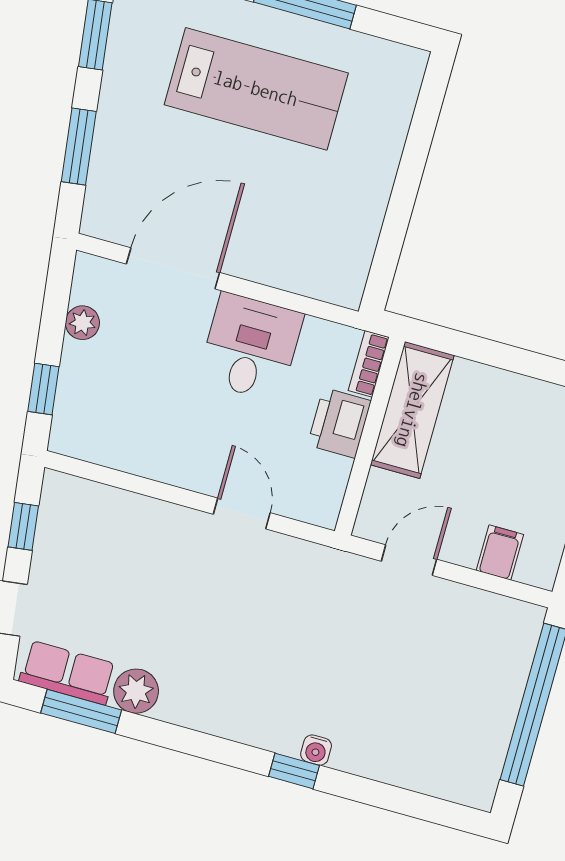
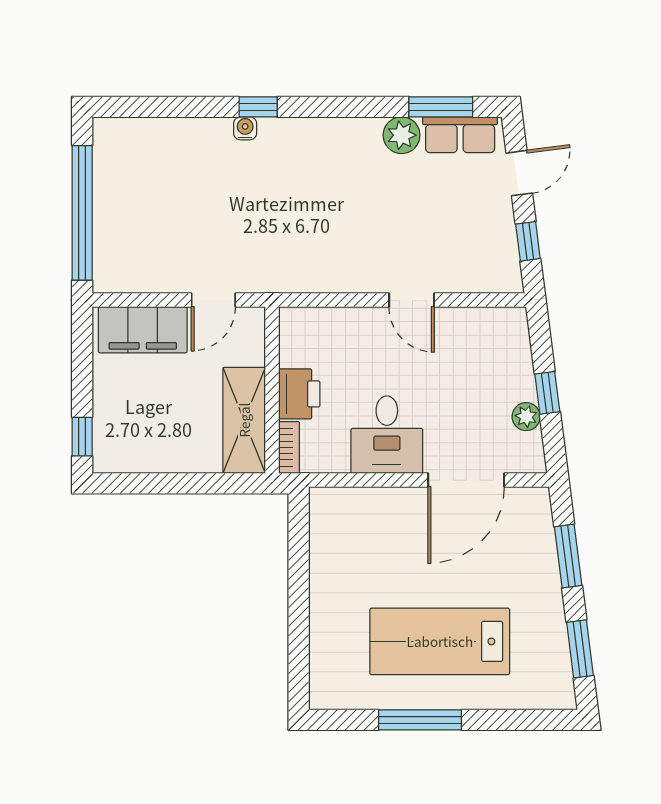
window: (43, 389) -> (547, 393), moved
door: (242, 514) -> (412, 300), moved
filing cabinet: (500, 552) -> (143, 330), width x3.00, depth x1.17

